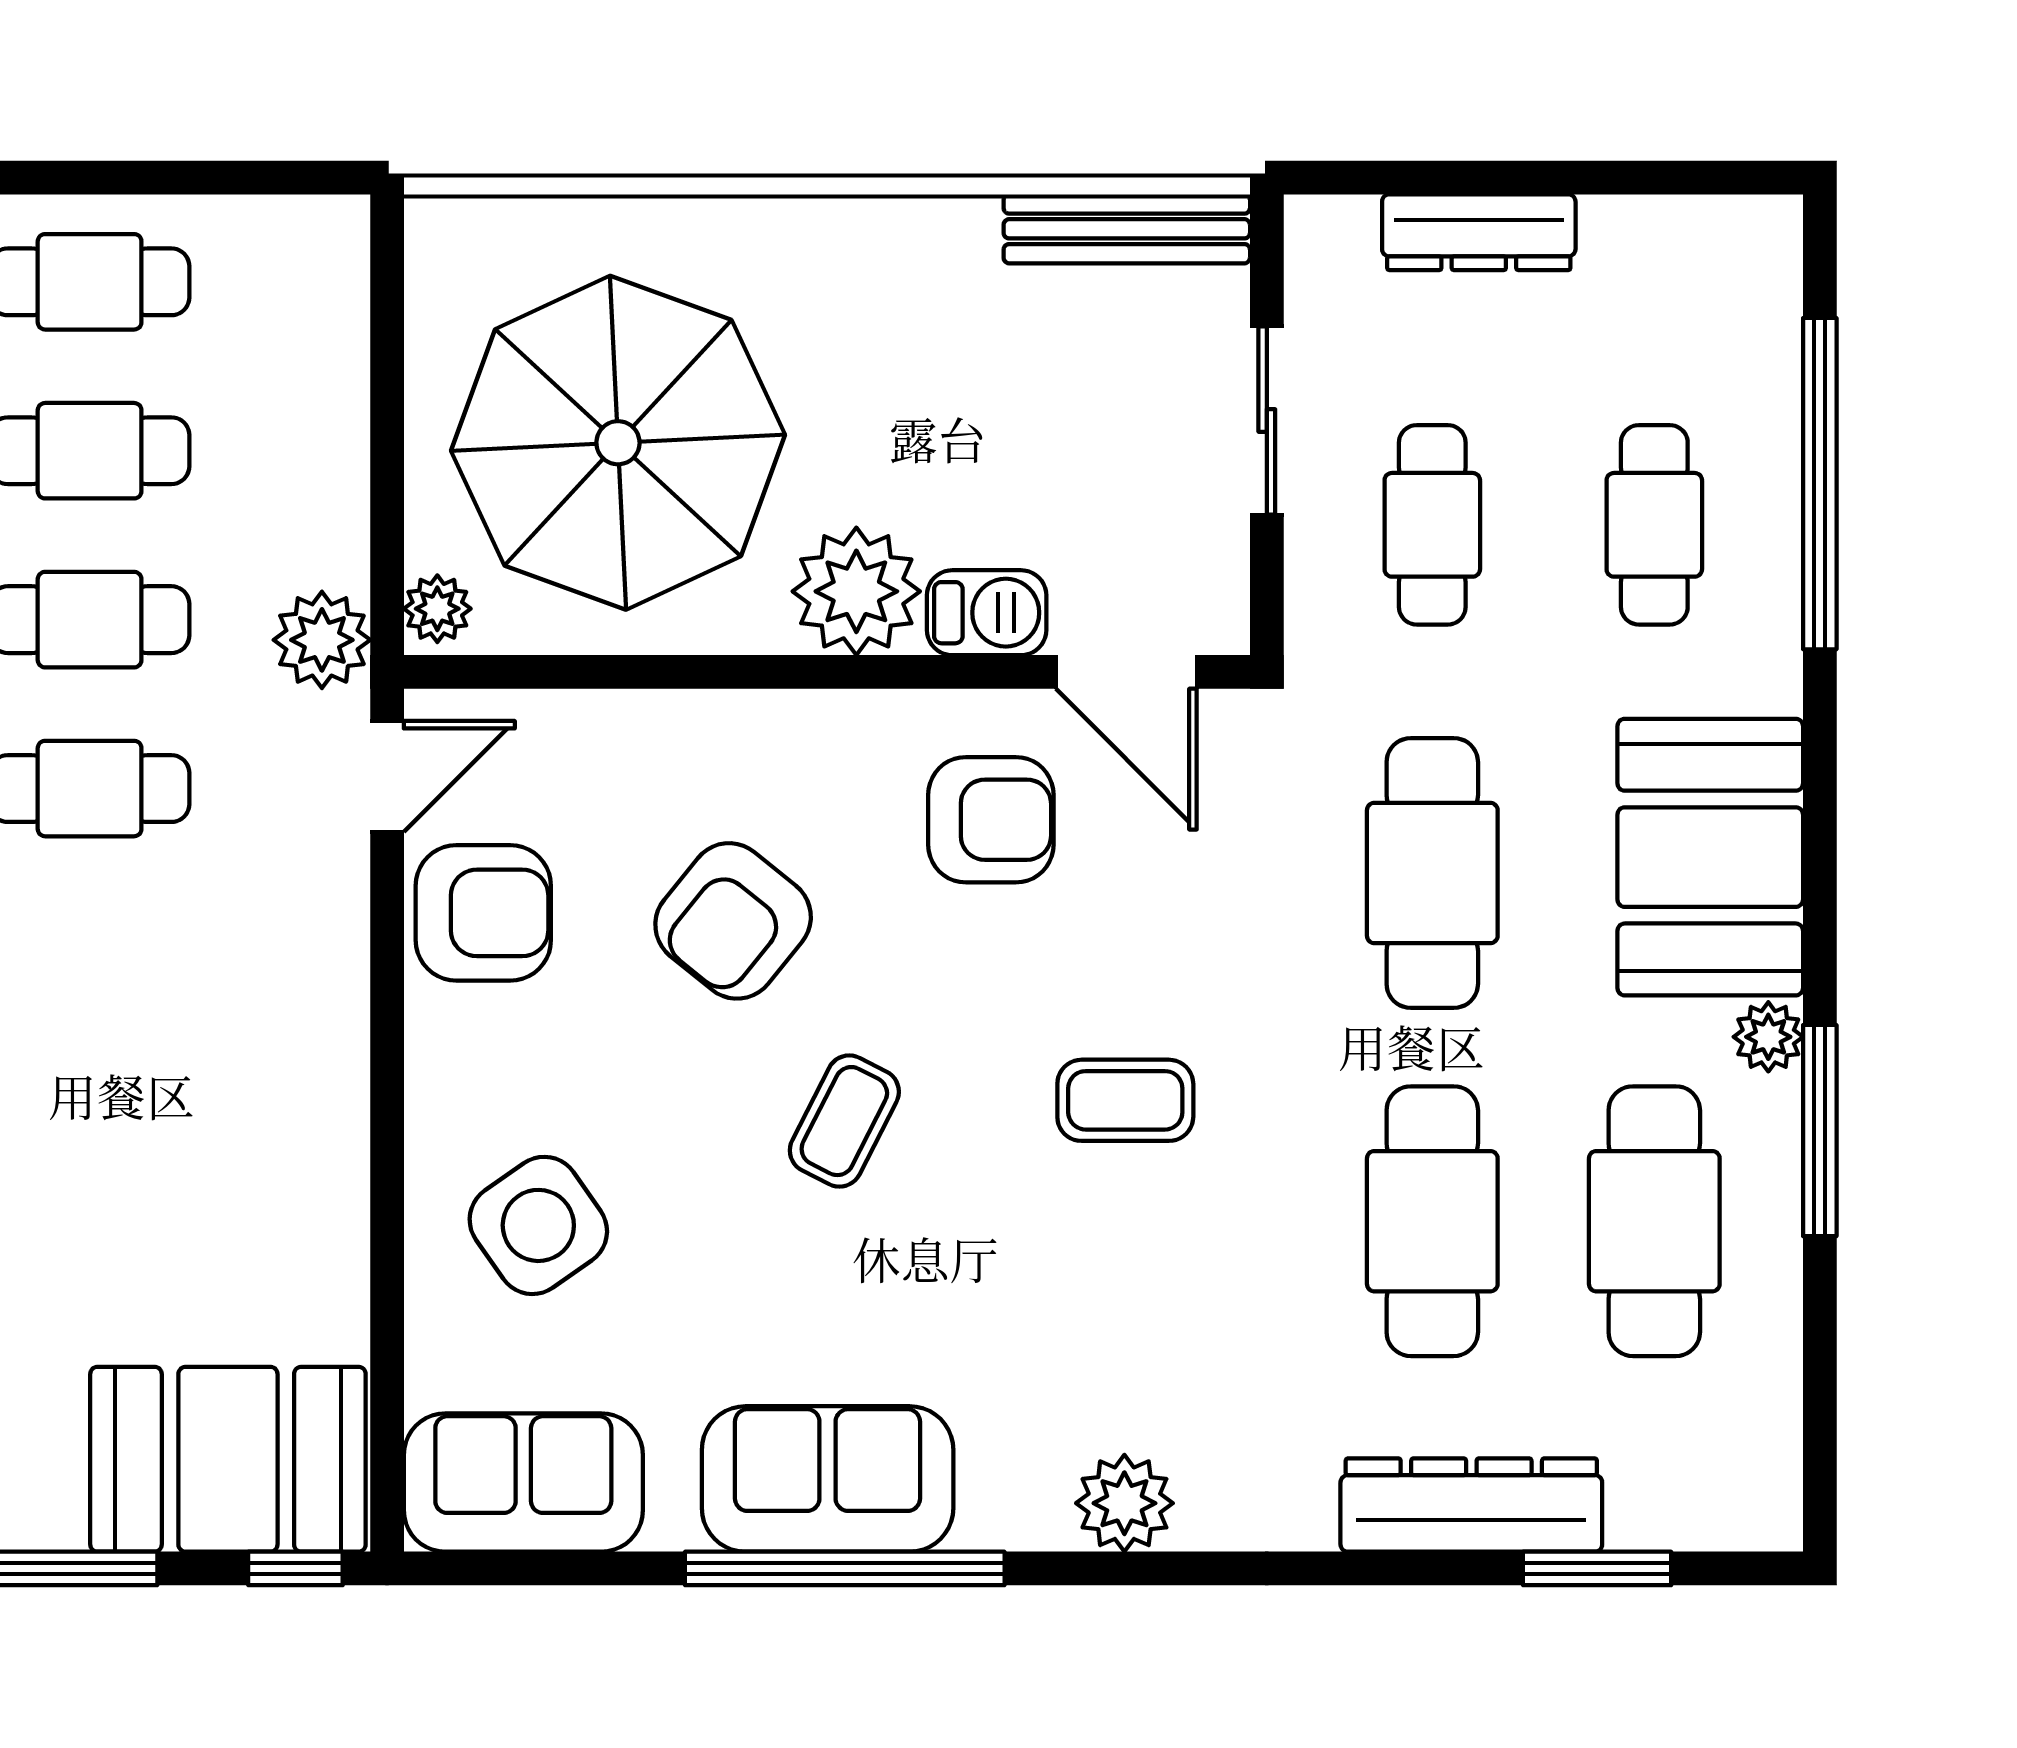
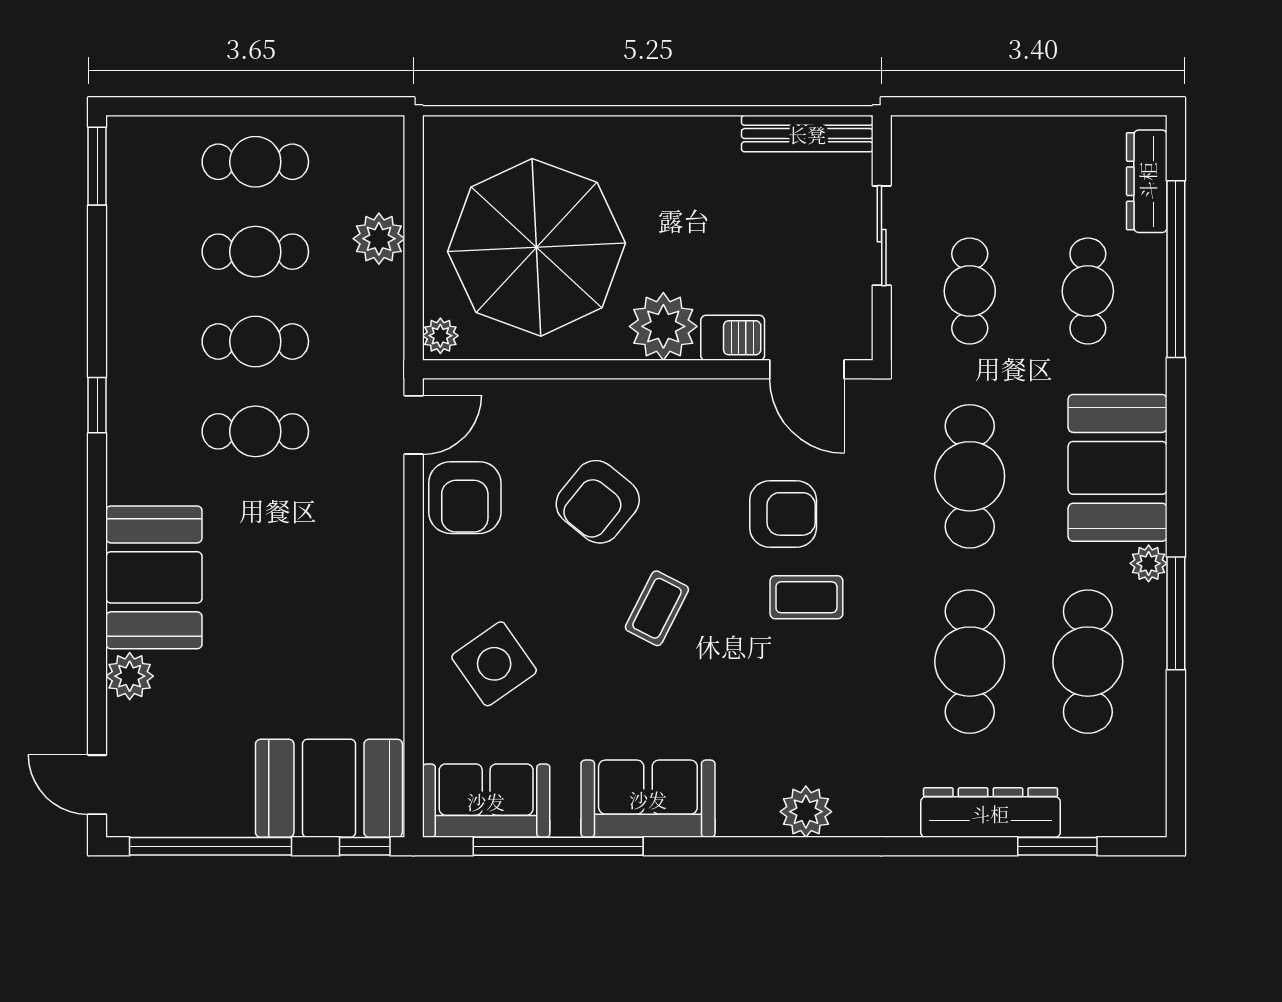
dresser: (1479, 232) -> (1147, 181), moved, turned 90
plant: (322, 640) -> (379, 239), moved
armchair: (991, 820) -> (783, 514), moved
armchair: (483, 913) -> (465, 498), turned 90
window: (845, 1568) -> (558, 846), moved

